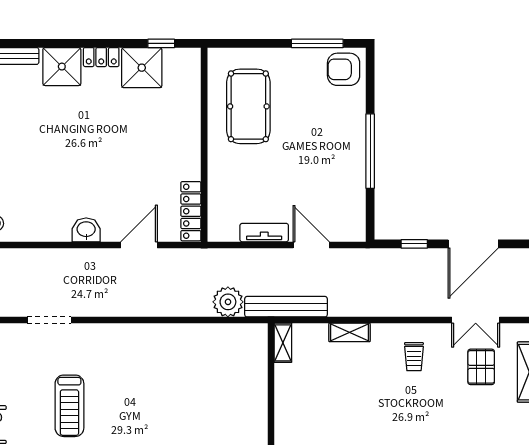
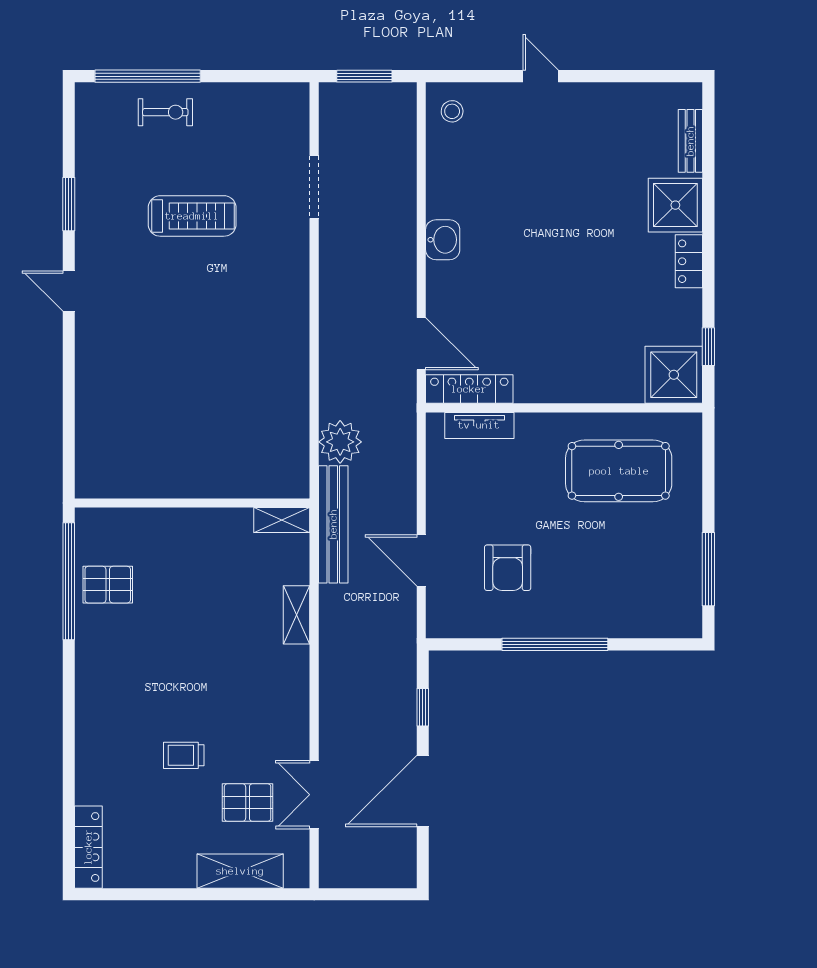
shower: (142, 68) -> (674, 375), moved
armchair: (344, 69) -> (508, 568), moved, turned 180
tv unit: (264, 233) -> (479, 425), moved, turned 90
door: (473, 244) -> (423, 791), hinge flipped
door: (139, 245) -> (421, 344), moved
door: (311, 245) -> (421, 560), swing flipped
trolley: (414, 357) -> (184, 755), moved
treadmill: (69, 406) -> (192, 216), turned 180

